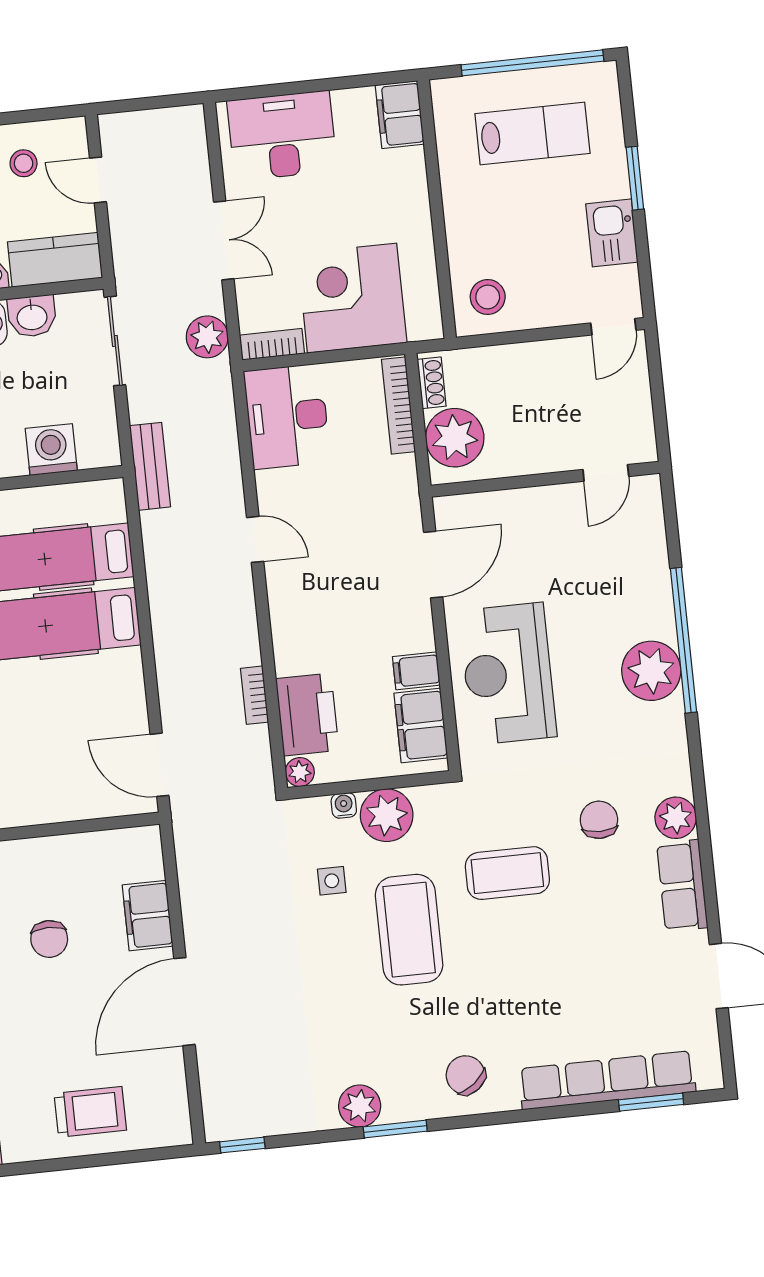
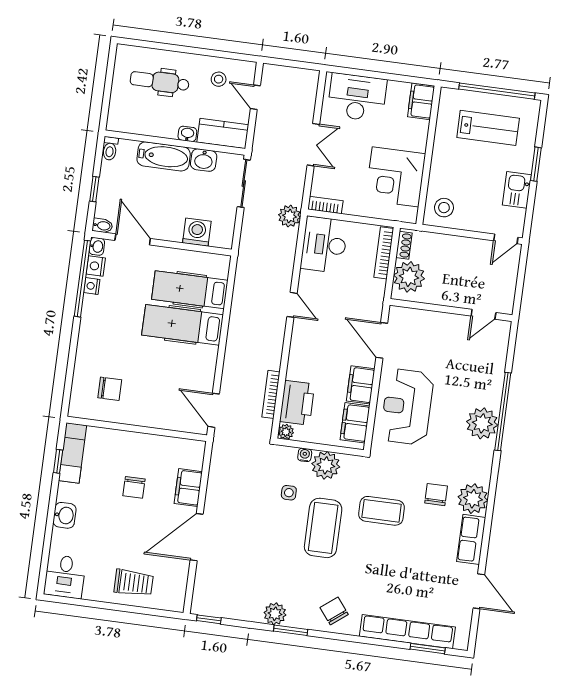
corner desk: (352, 298) -> (395, 177), moved, turned -90
plant: (207, 337) -> (289, 216), moved
bench: (150, 466) -> (246, 253), removed
door: (433, 565) -> (382, 340), swing flipped
filing cabinet: (416, 671) -> (361, 385), width x2.00
bookcase: (255, 695) -> (271, 394), width x1.56
plant: (676, 818) -> (473, 499), width x1.36, depth x1.36

